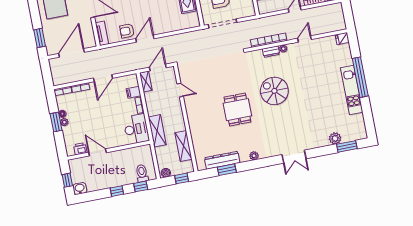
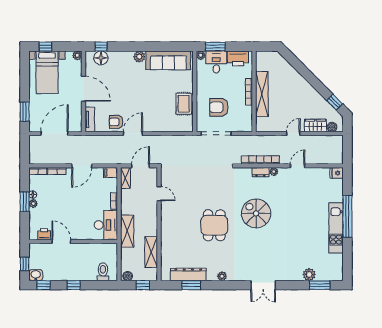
filing cabinet: (134, 92) -> (111, 173), moved
window: (141, 186) -> (44, 285), moved

